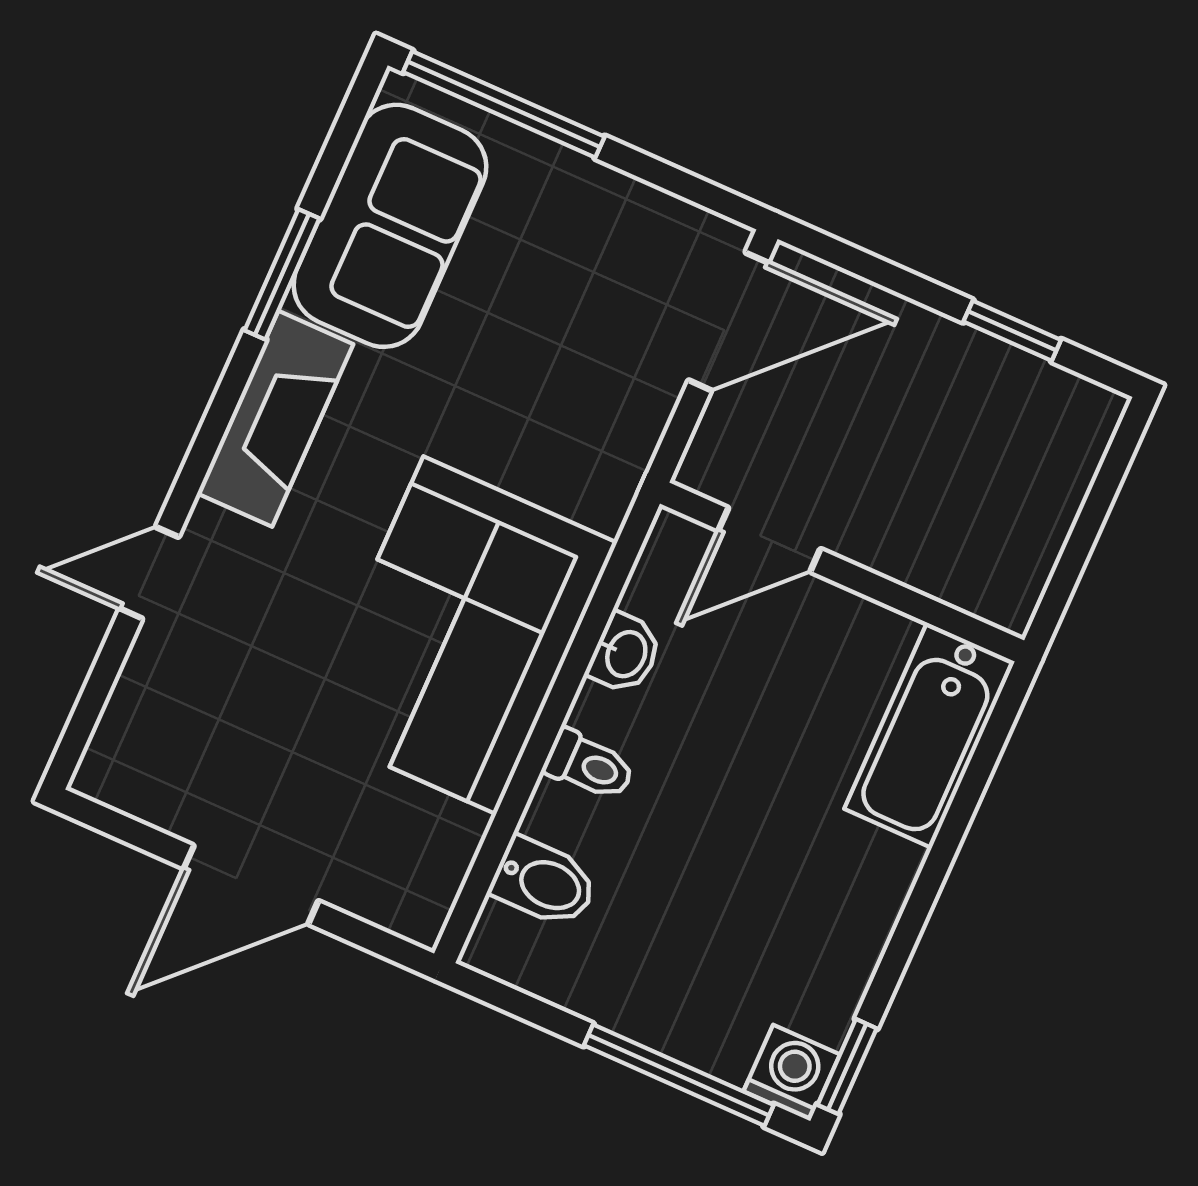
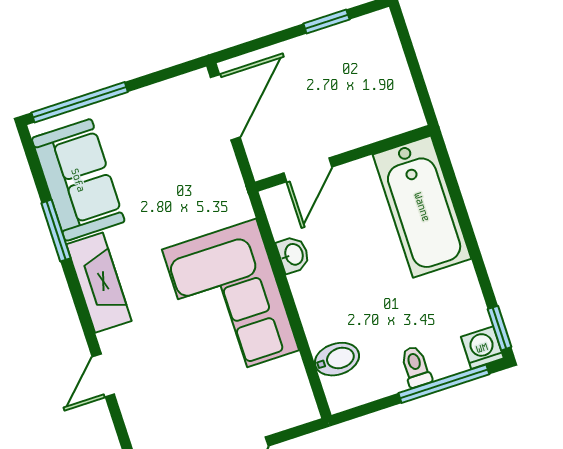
bathtub: (929, 735) -> (422, 207), width x1.36, depth x1.36
toilet: (589, 765) -> (416, 367), moved, turned -90

